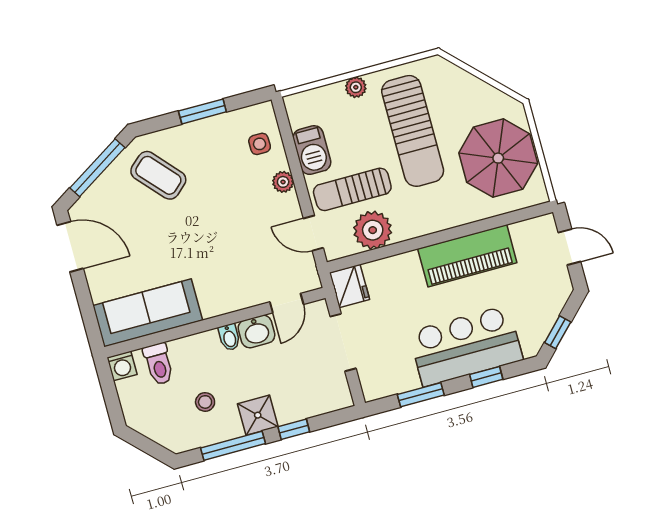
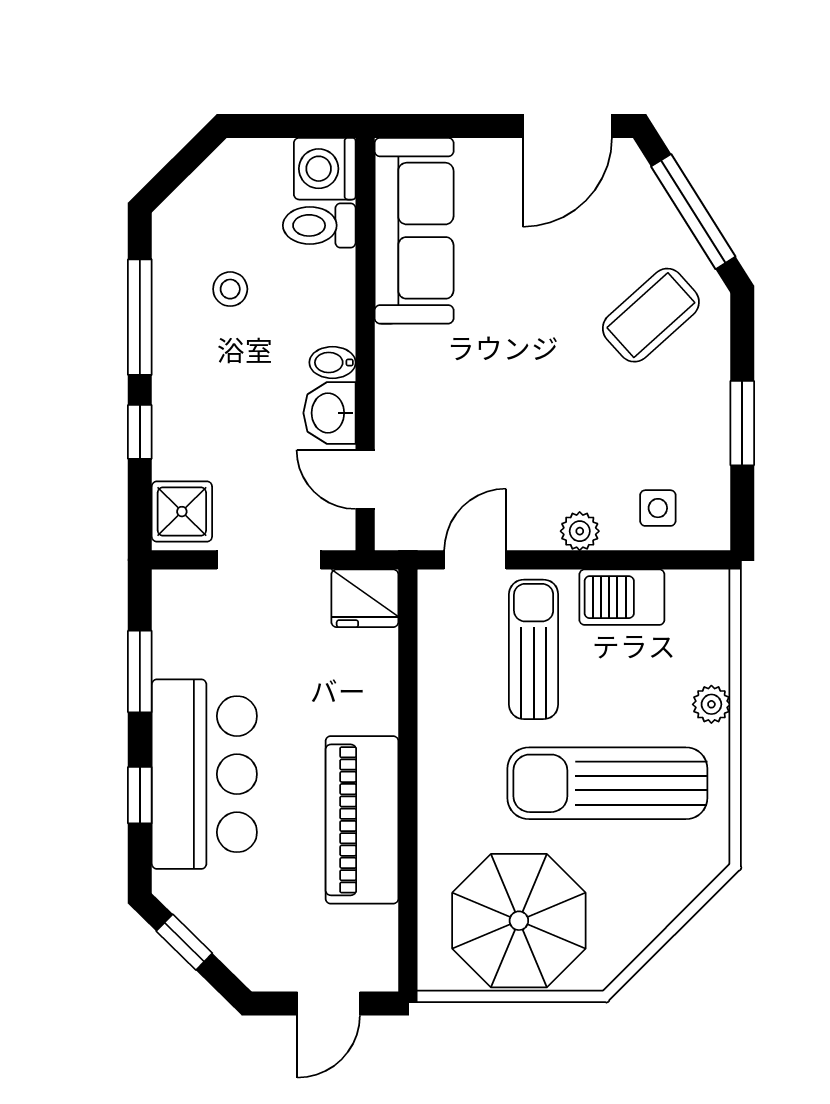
plant: (373, 230) -> (452, 666), removed
washing machine: (122, 366) -> (325, 169), width x1.38, depth x1.38
shower: (258, 415) -> (182, 512), moved

